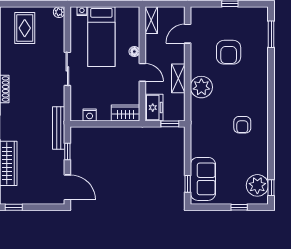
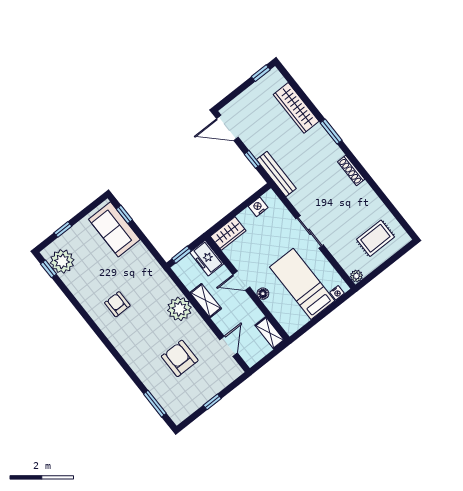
rug: (25, 28) -> (375, 238), turned 90

